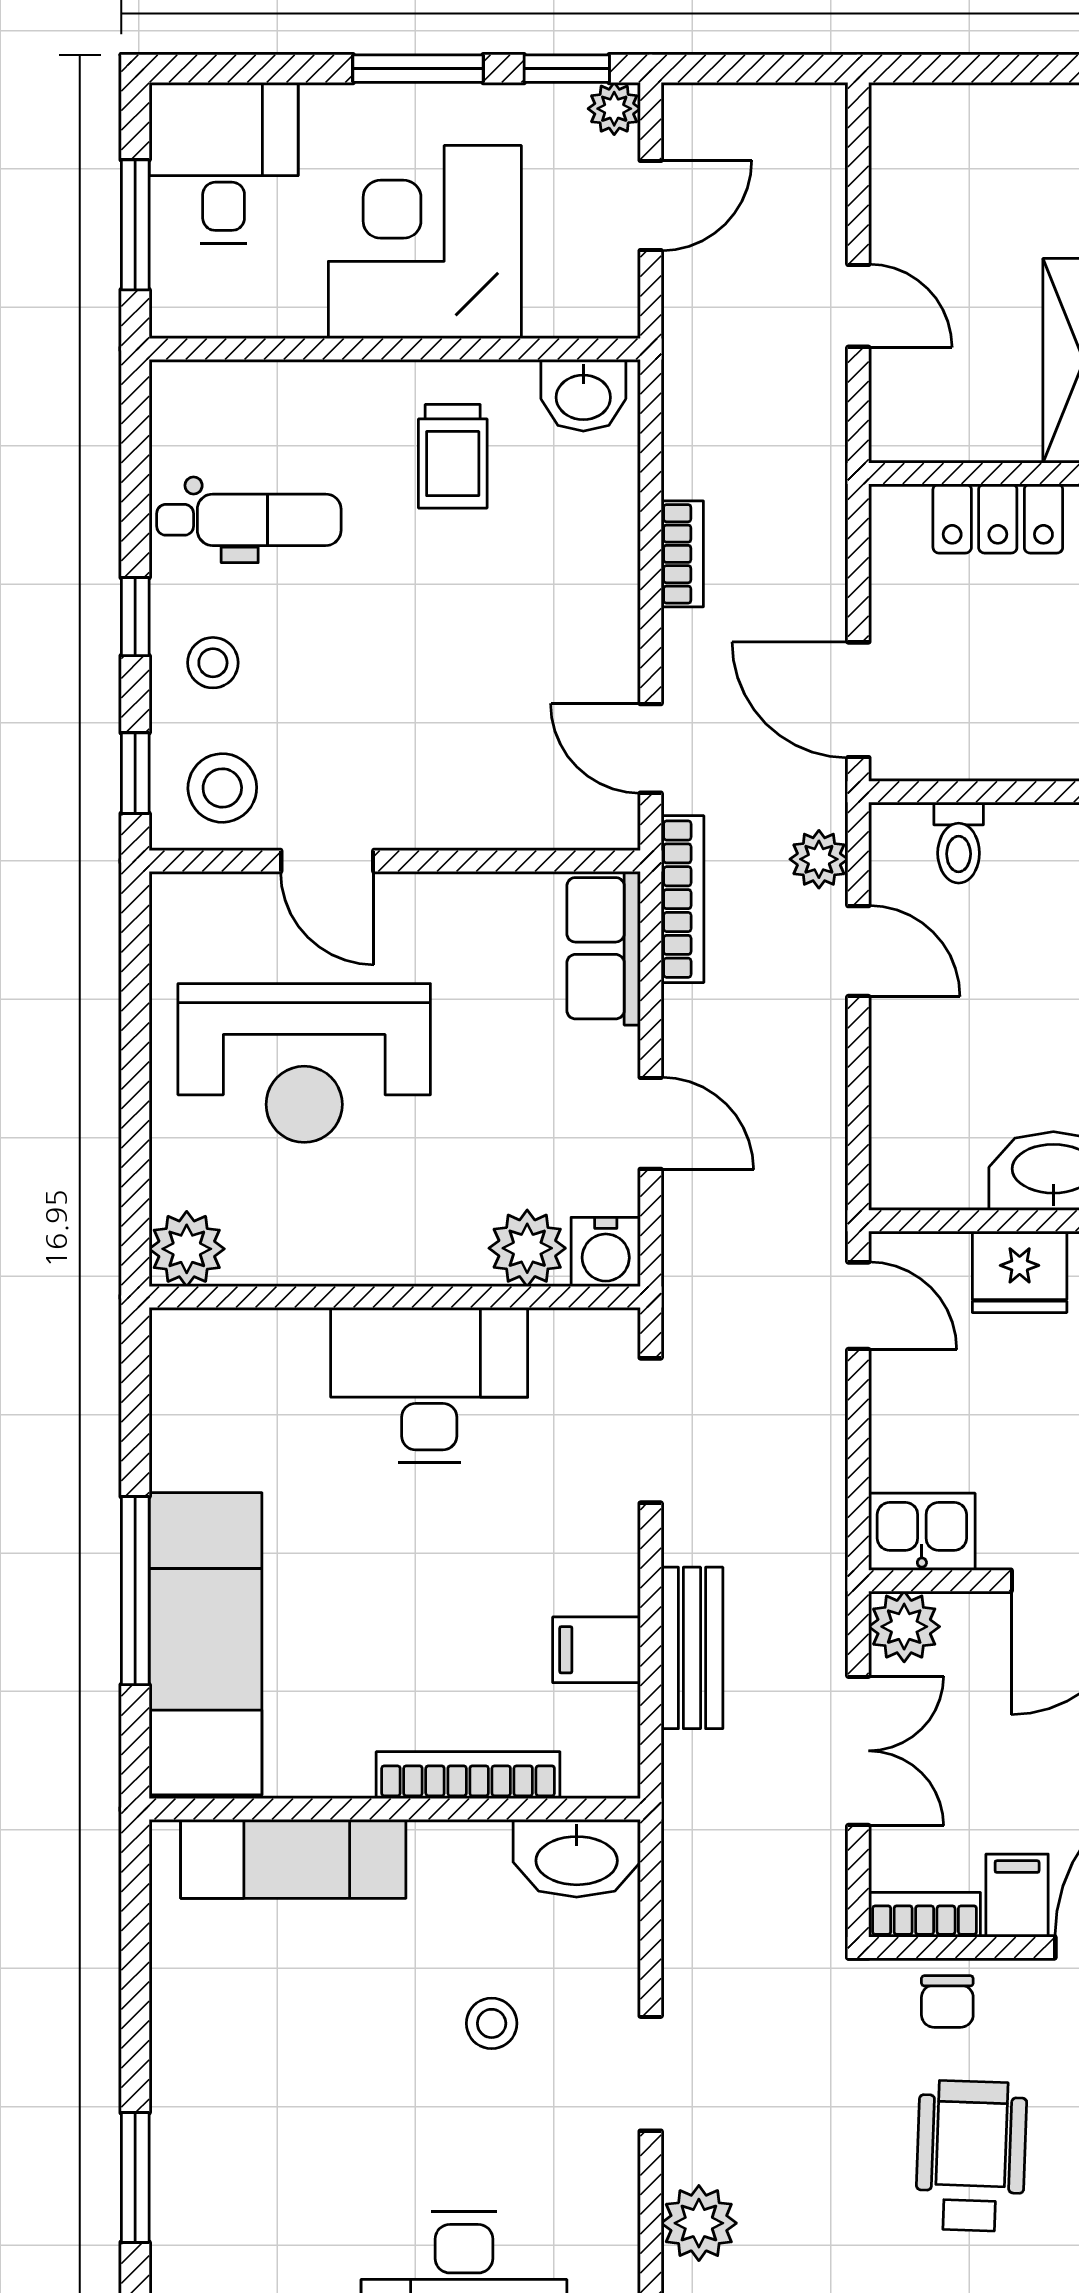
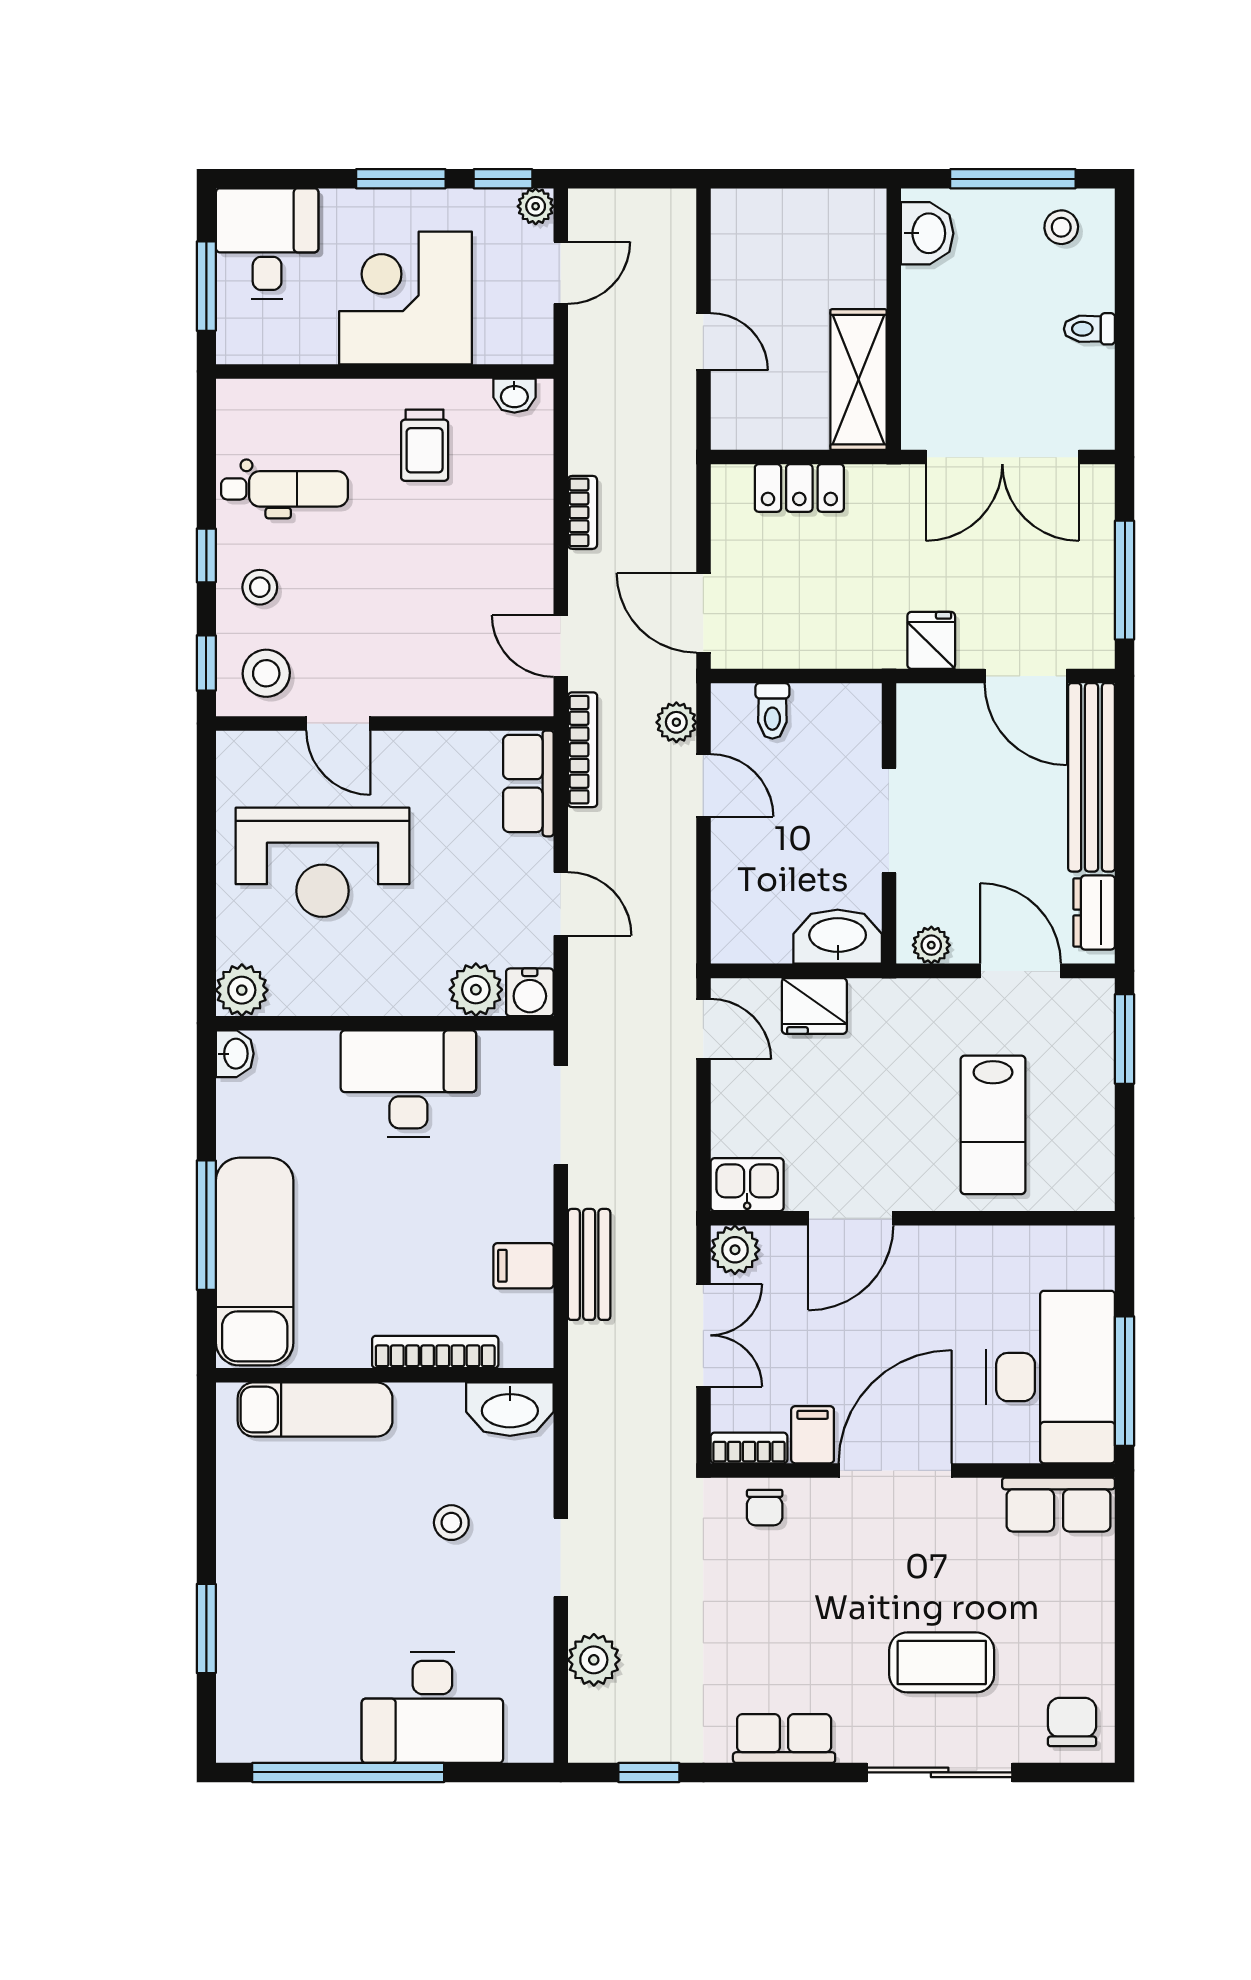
washbasin: (583, 395) -> (514, 396), width x0.72, depth x0.69
washbasin: (176, 1341) -> (235, 1054), added
wheelchair: (971, 2156) -> (781, 1614), removed

